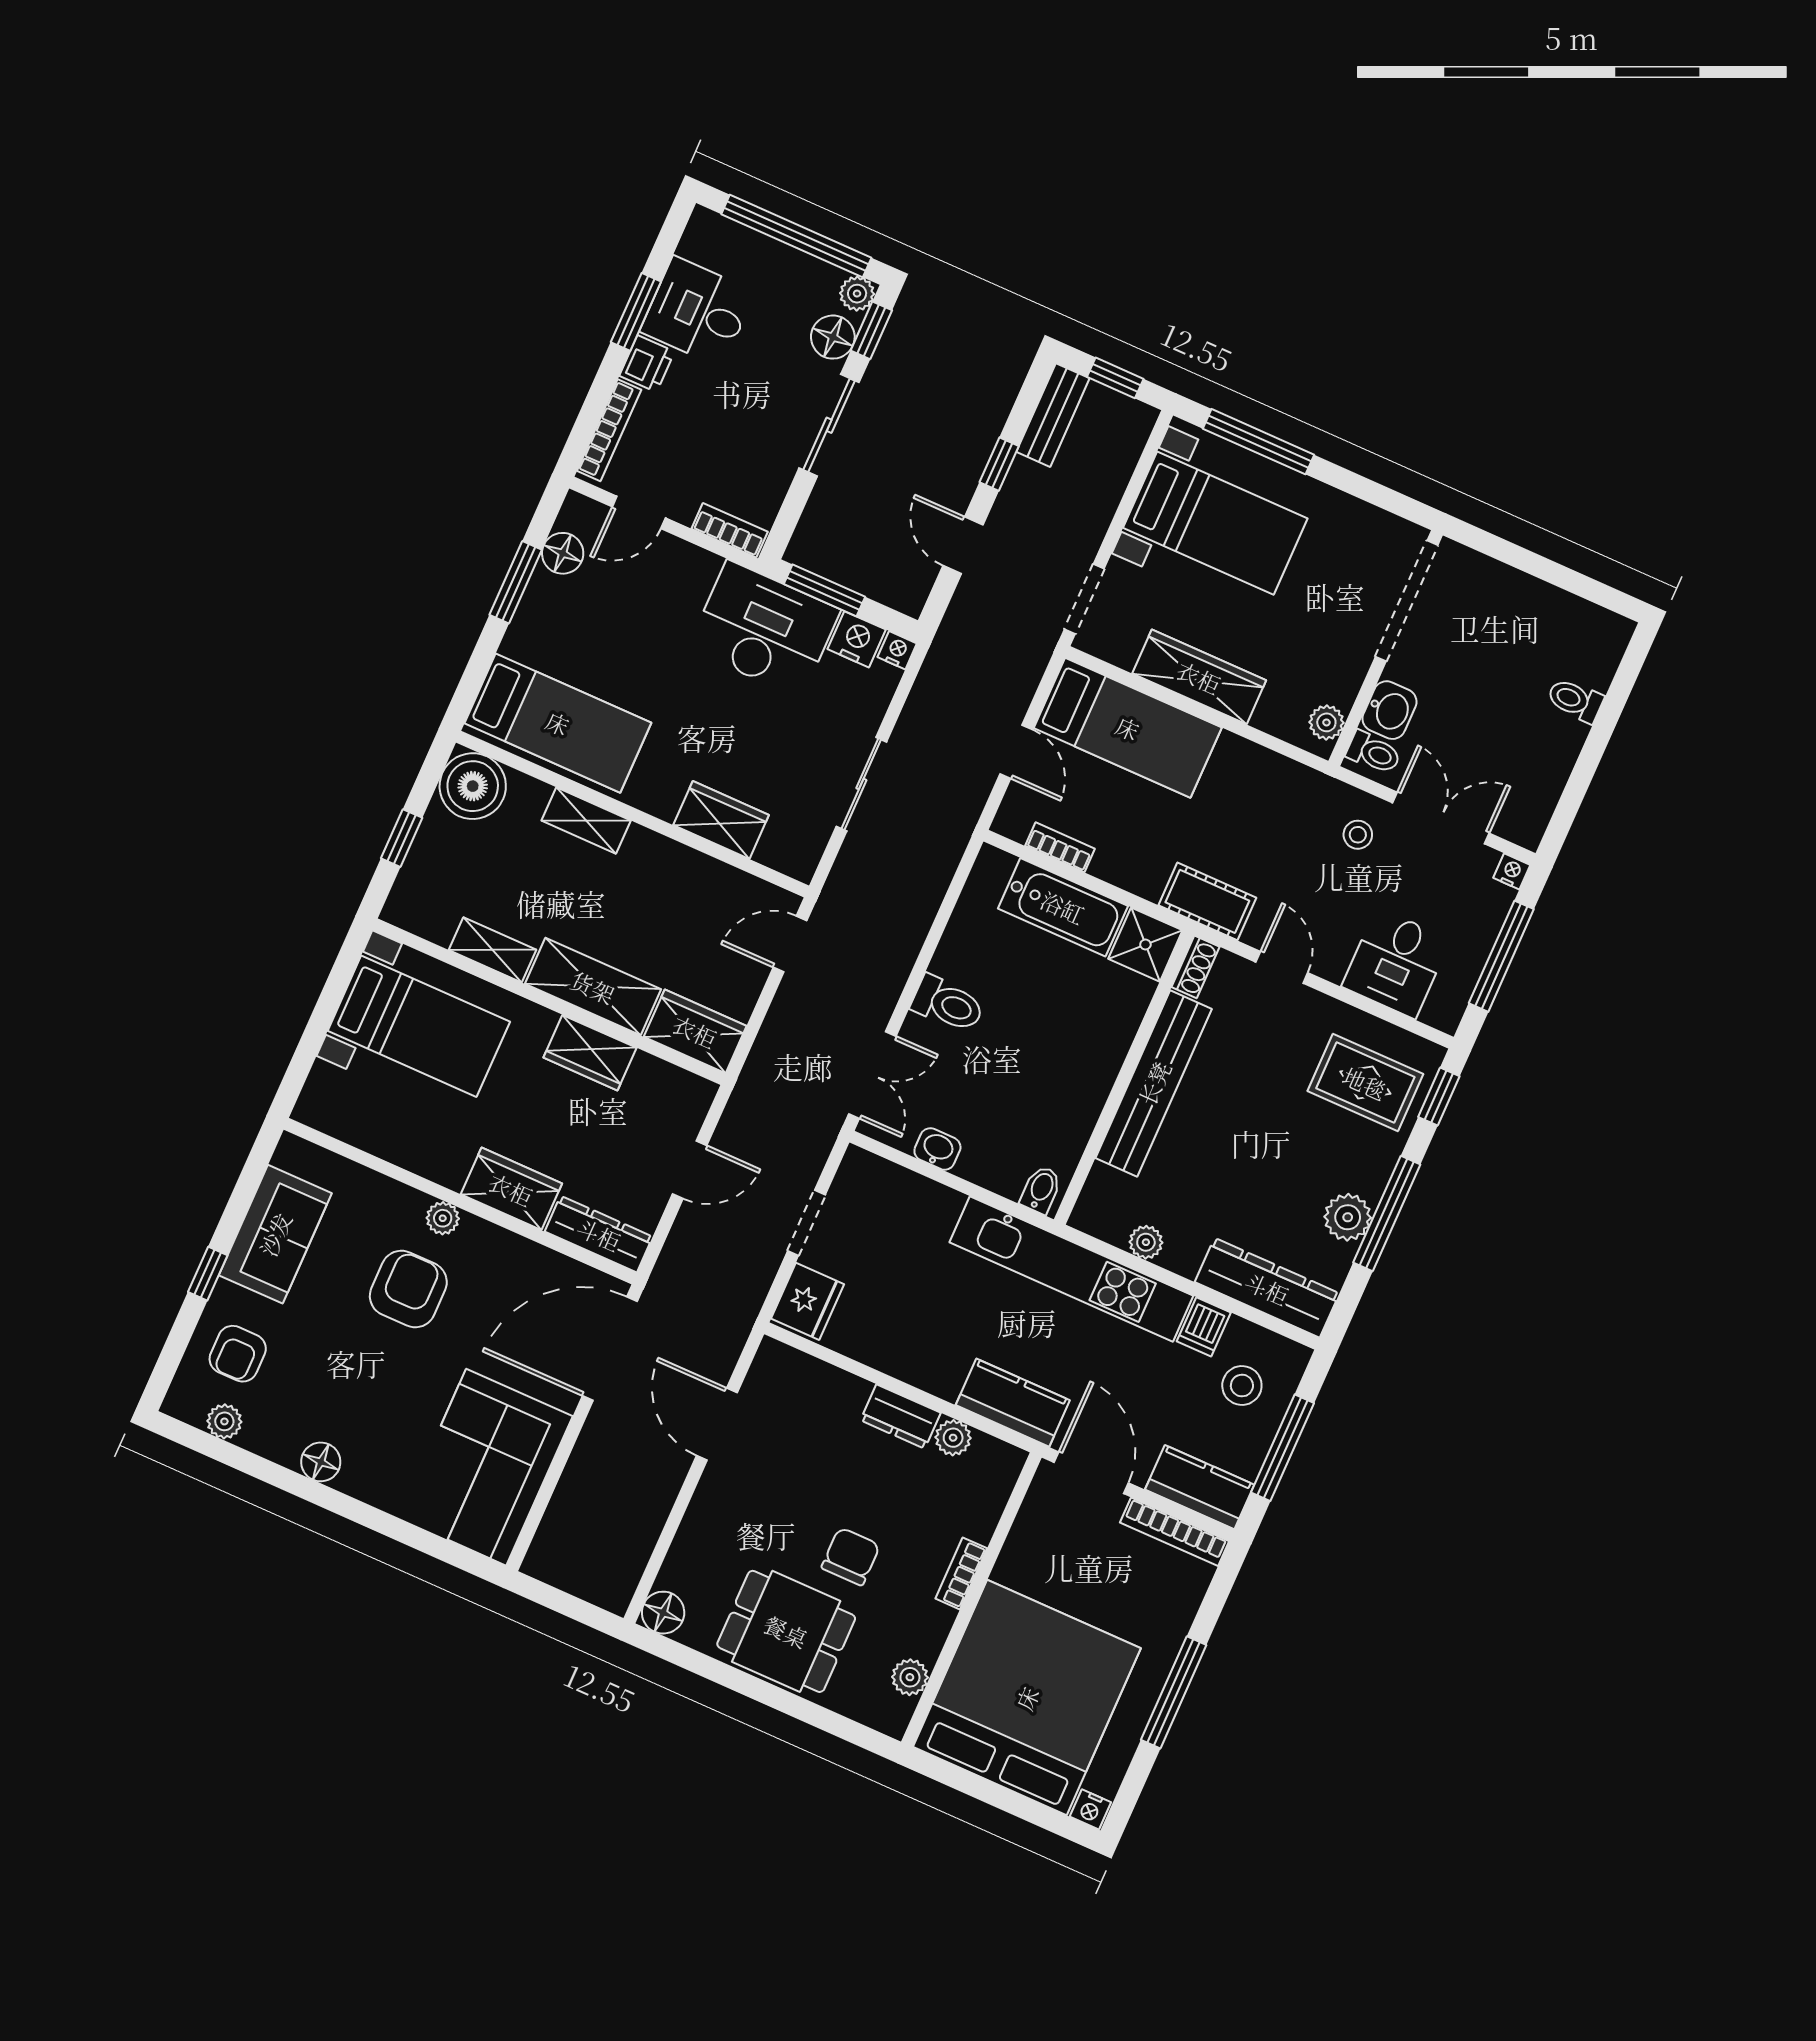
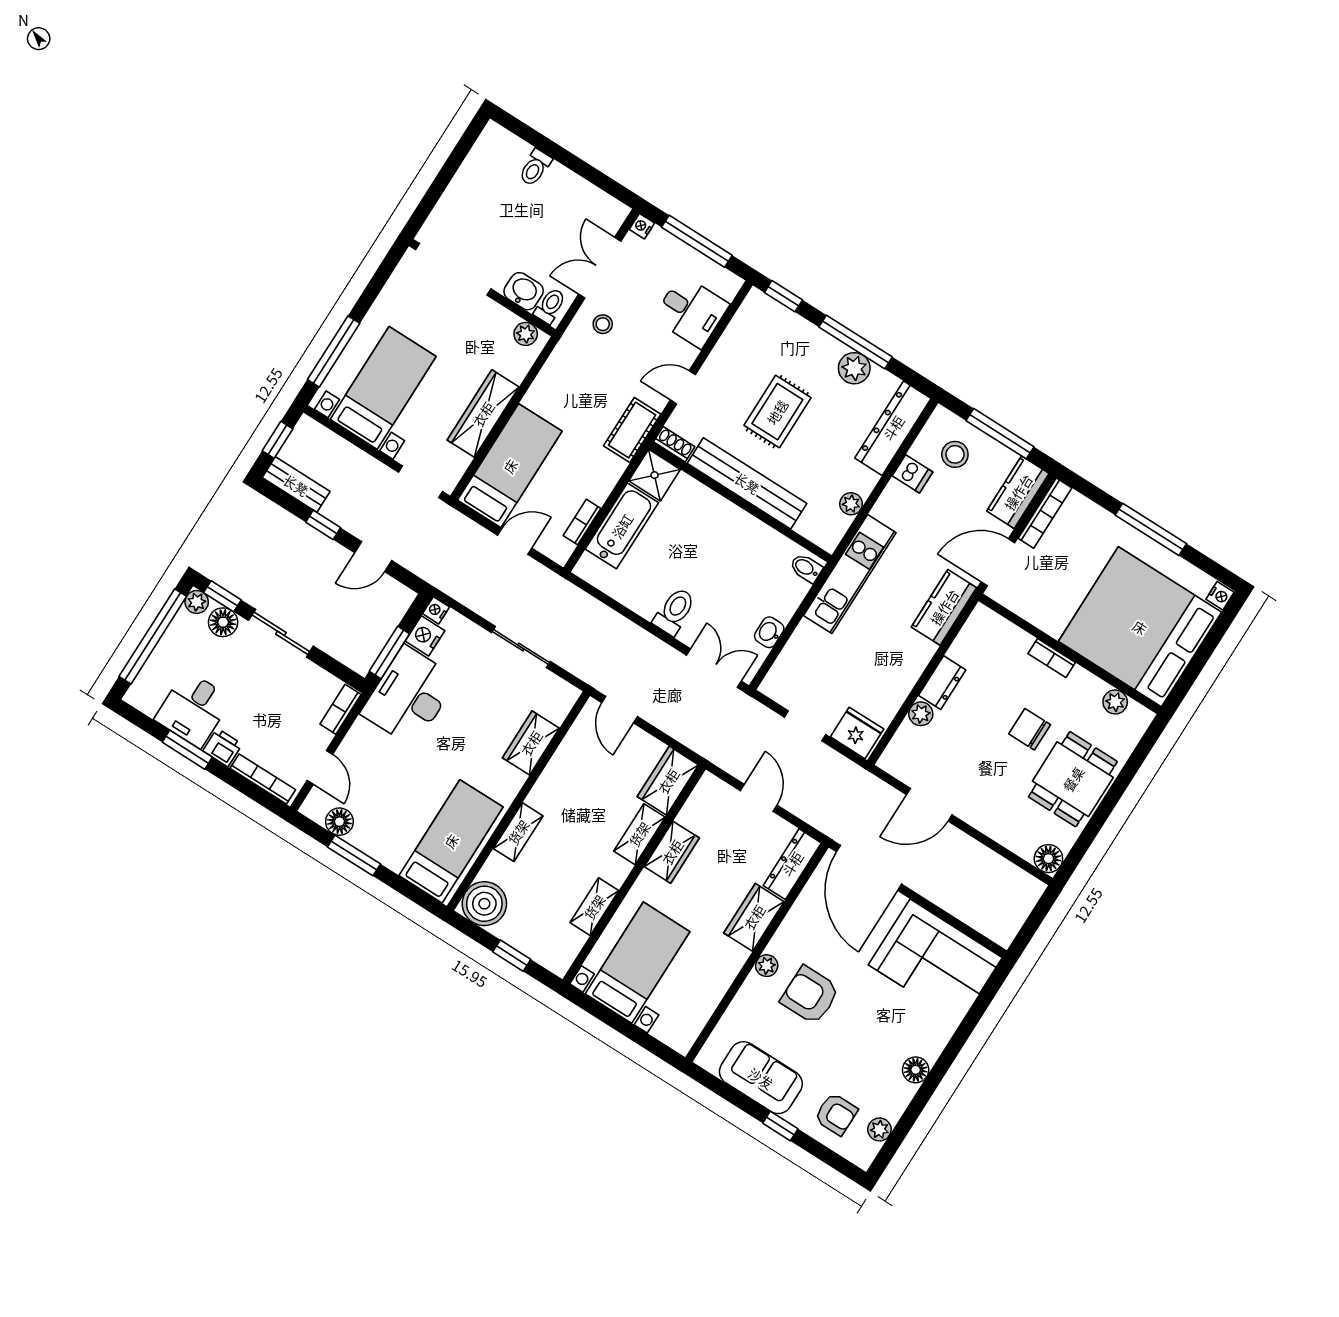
shelving: (593, 987) -> (639, 834), width x0.67, depth x0.75
rug: (1365, 1083) -> (777, 412), moved
kitchen unit: (1071, 1269) -> (850, 574), width x0.73
plant: (953, 1438) -> (921, 714), moved

